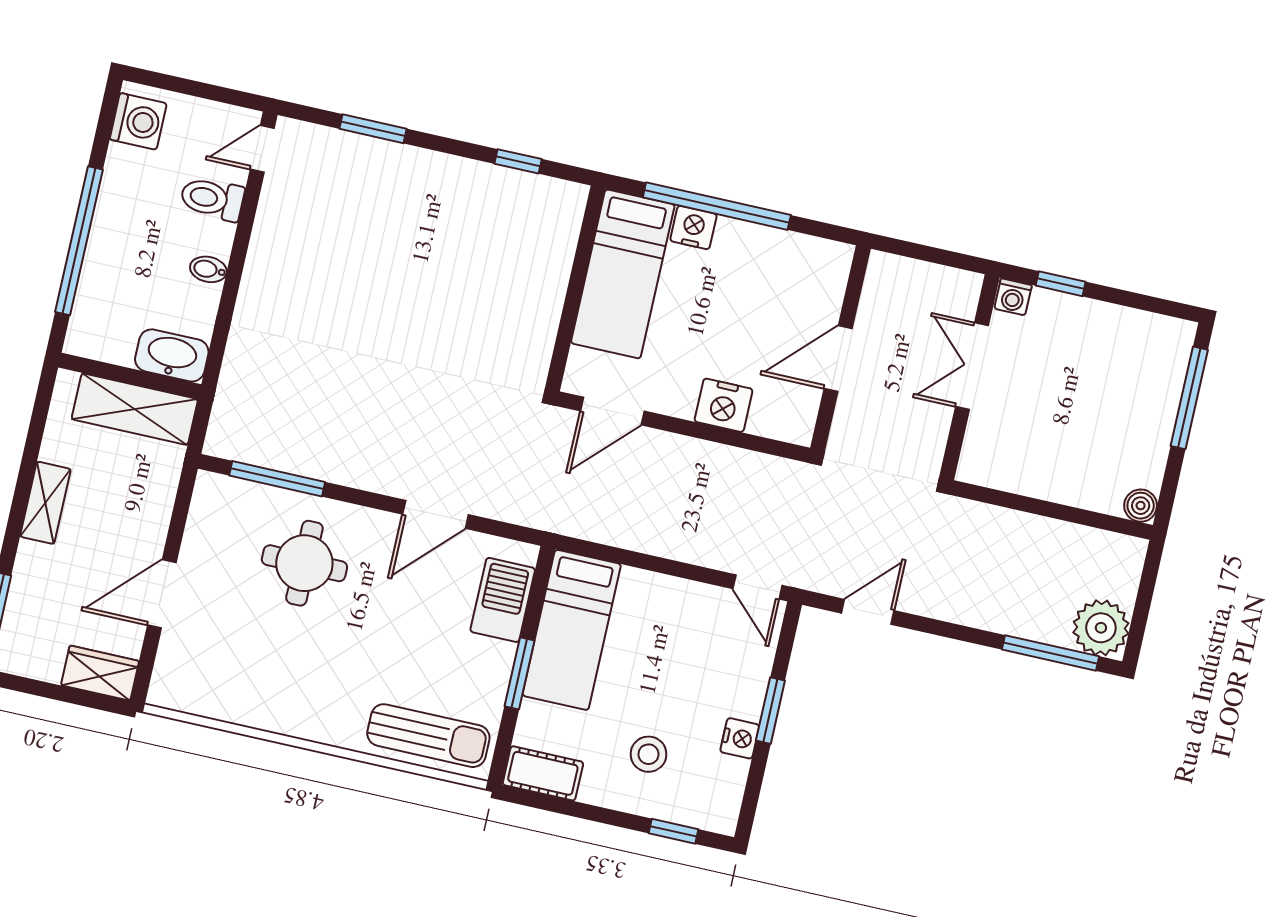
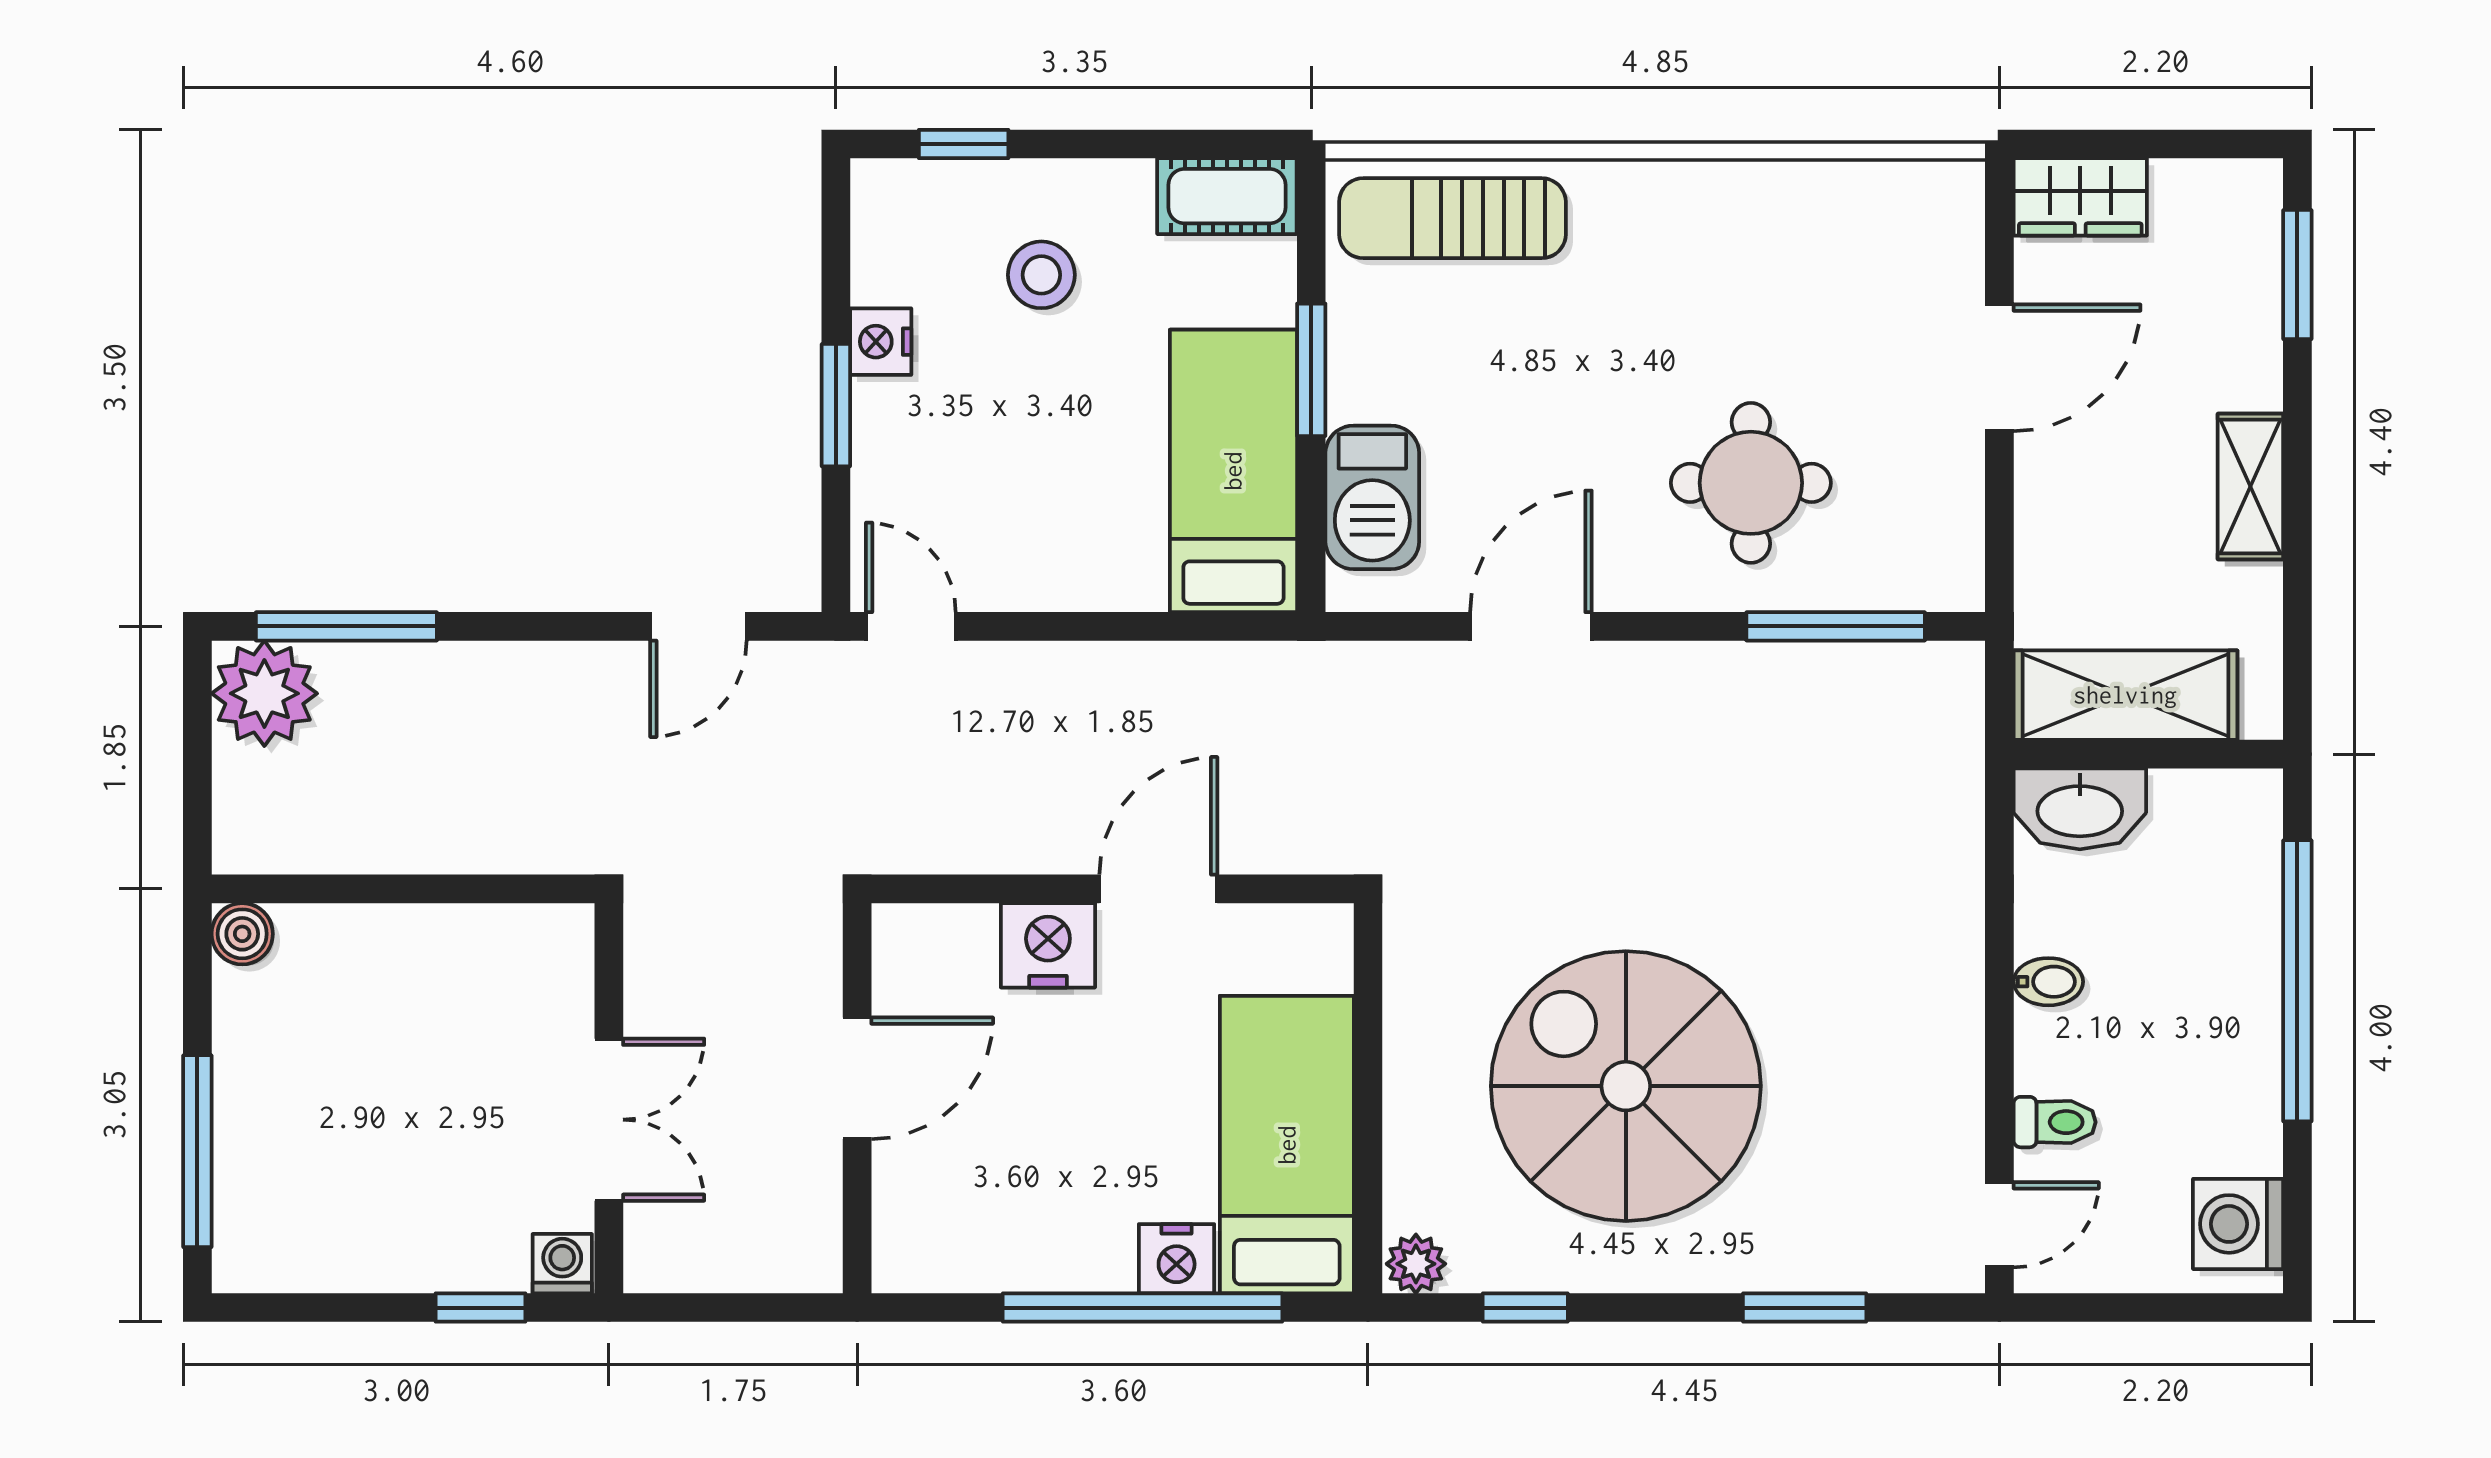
plant: (570, 197) -> (1416, 1264), added
toilet: (212, 199) -> (2055, 1122), width x0.73, depth x0.72
spiral stairs: (440, 265) -> (1626, 1086), added
door: (612, 411) -> (1158, 889), moved

